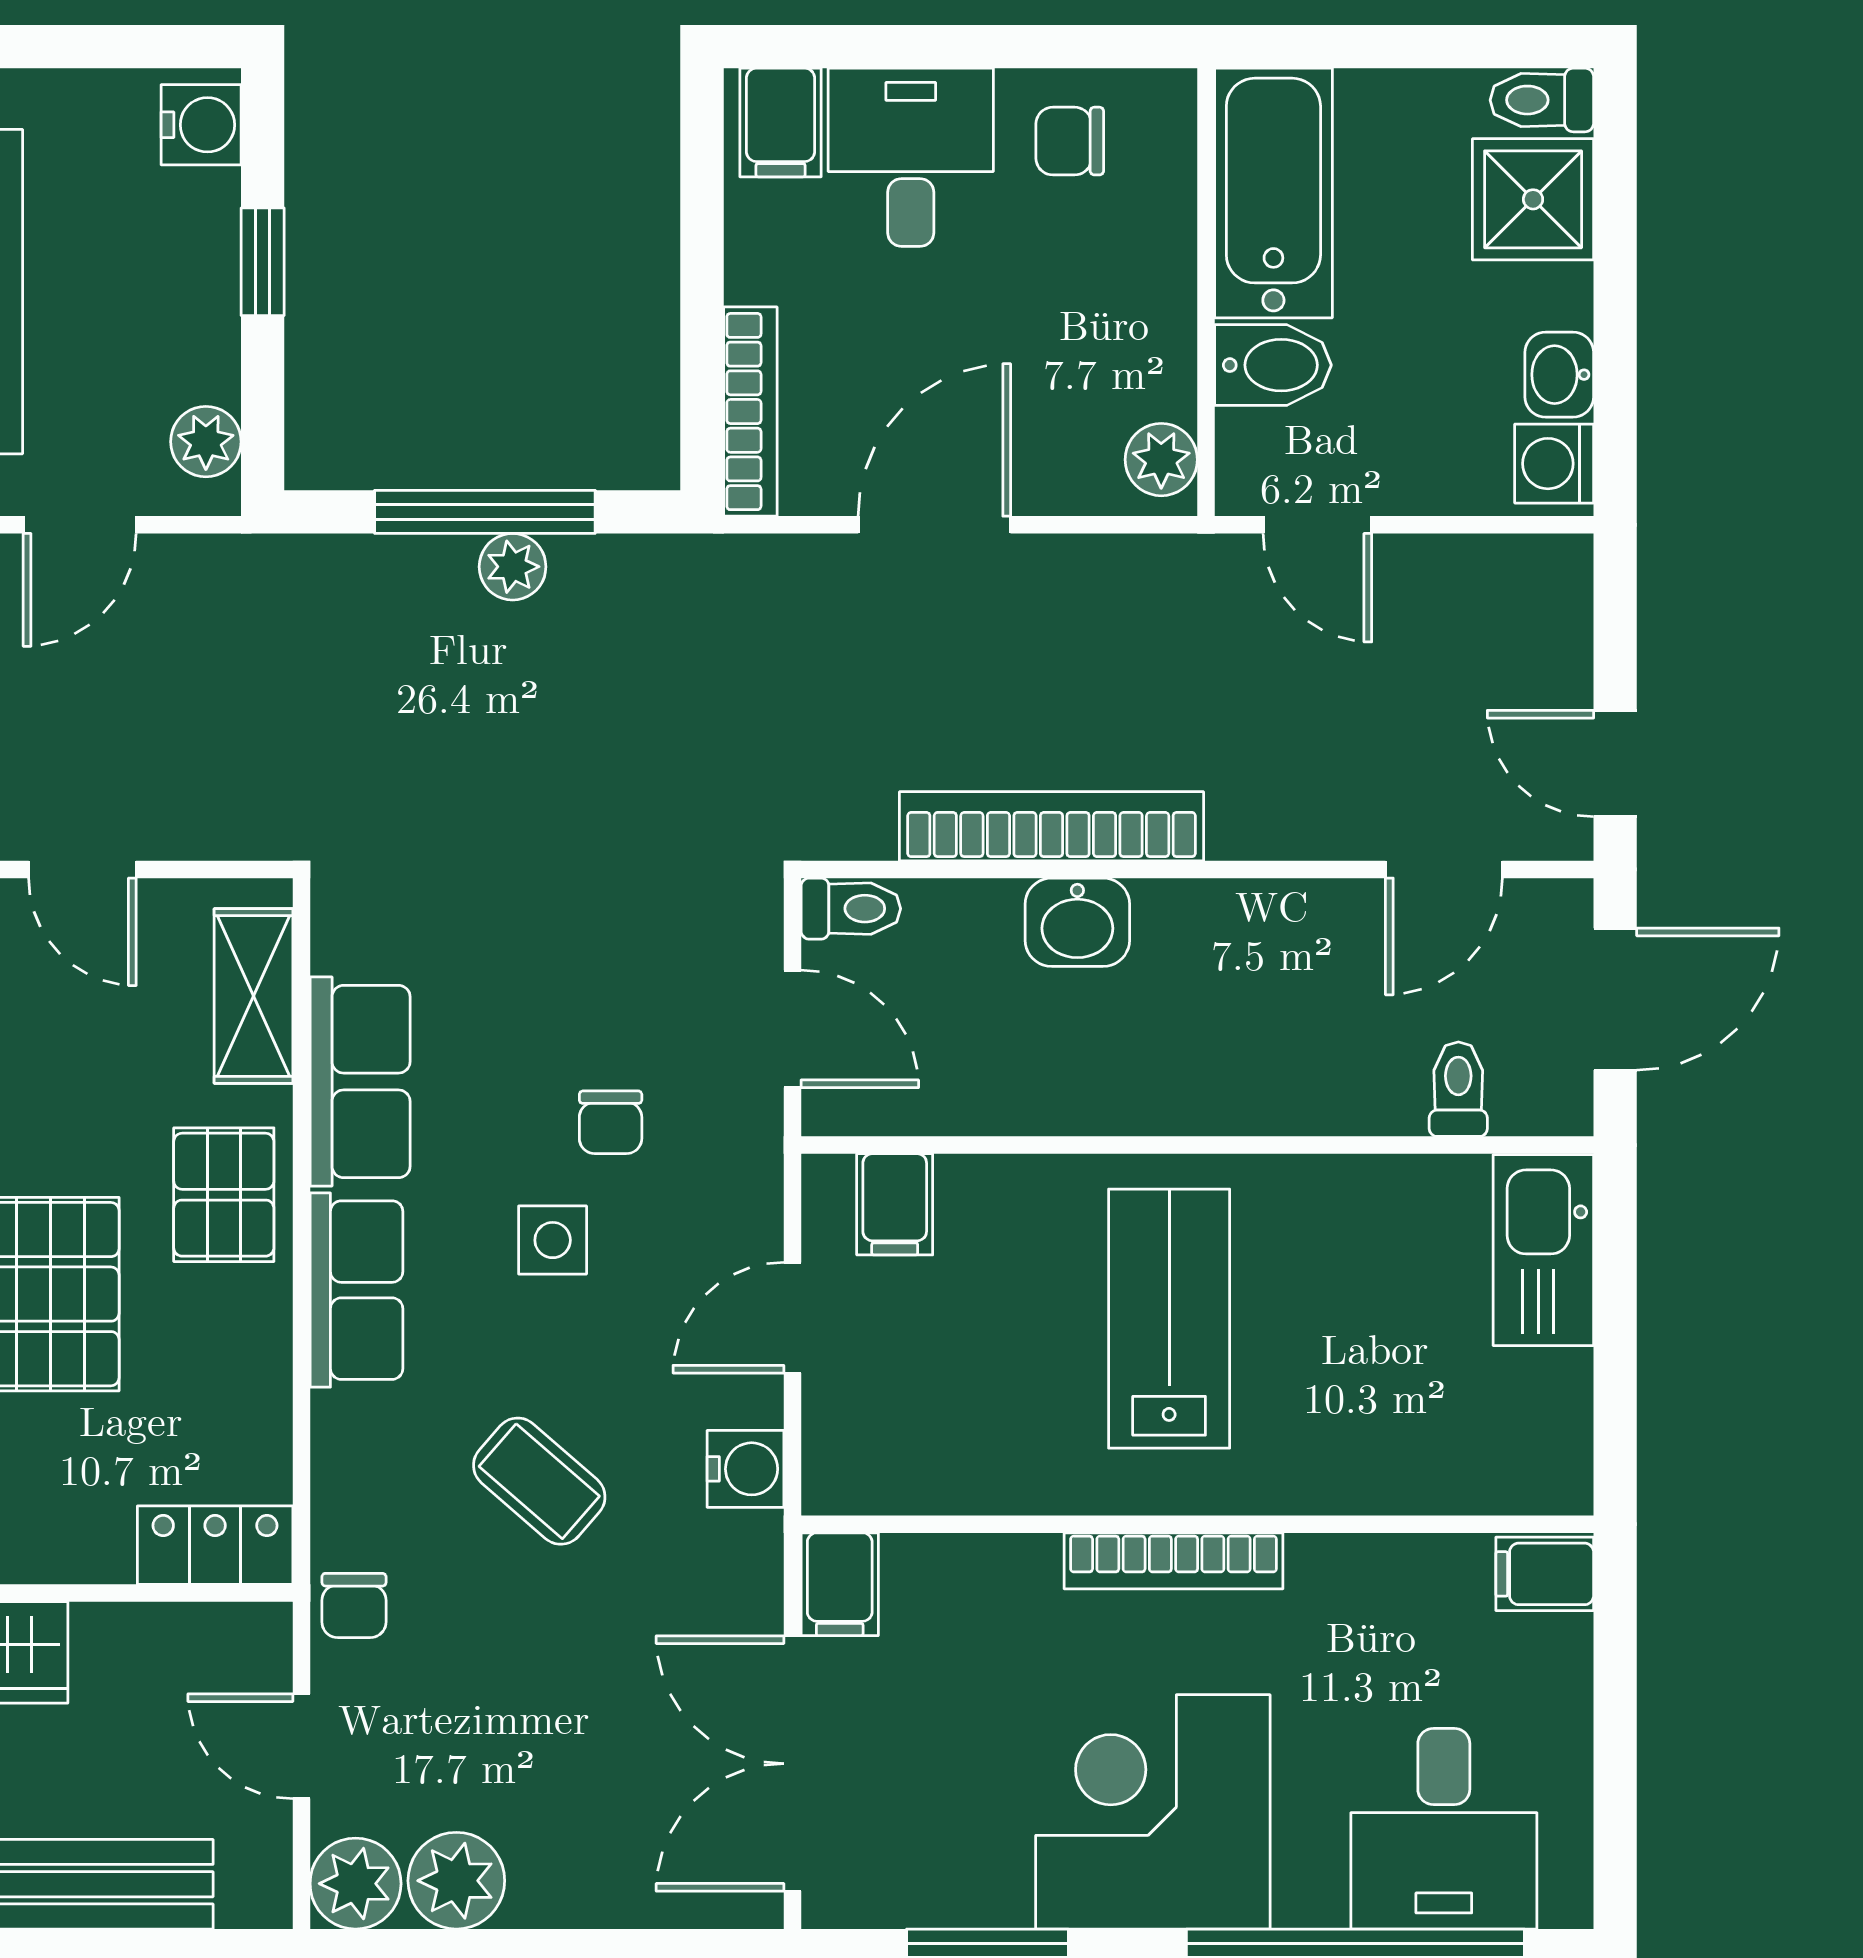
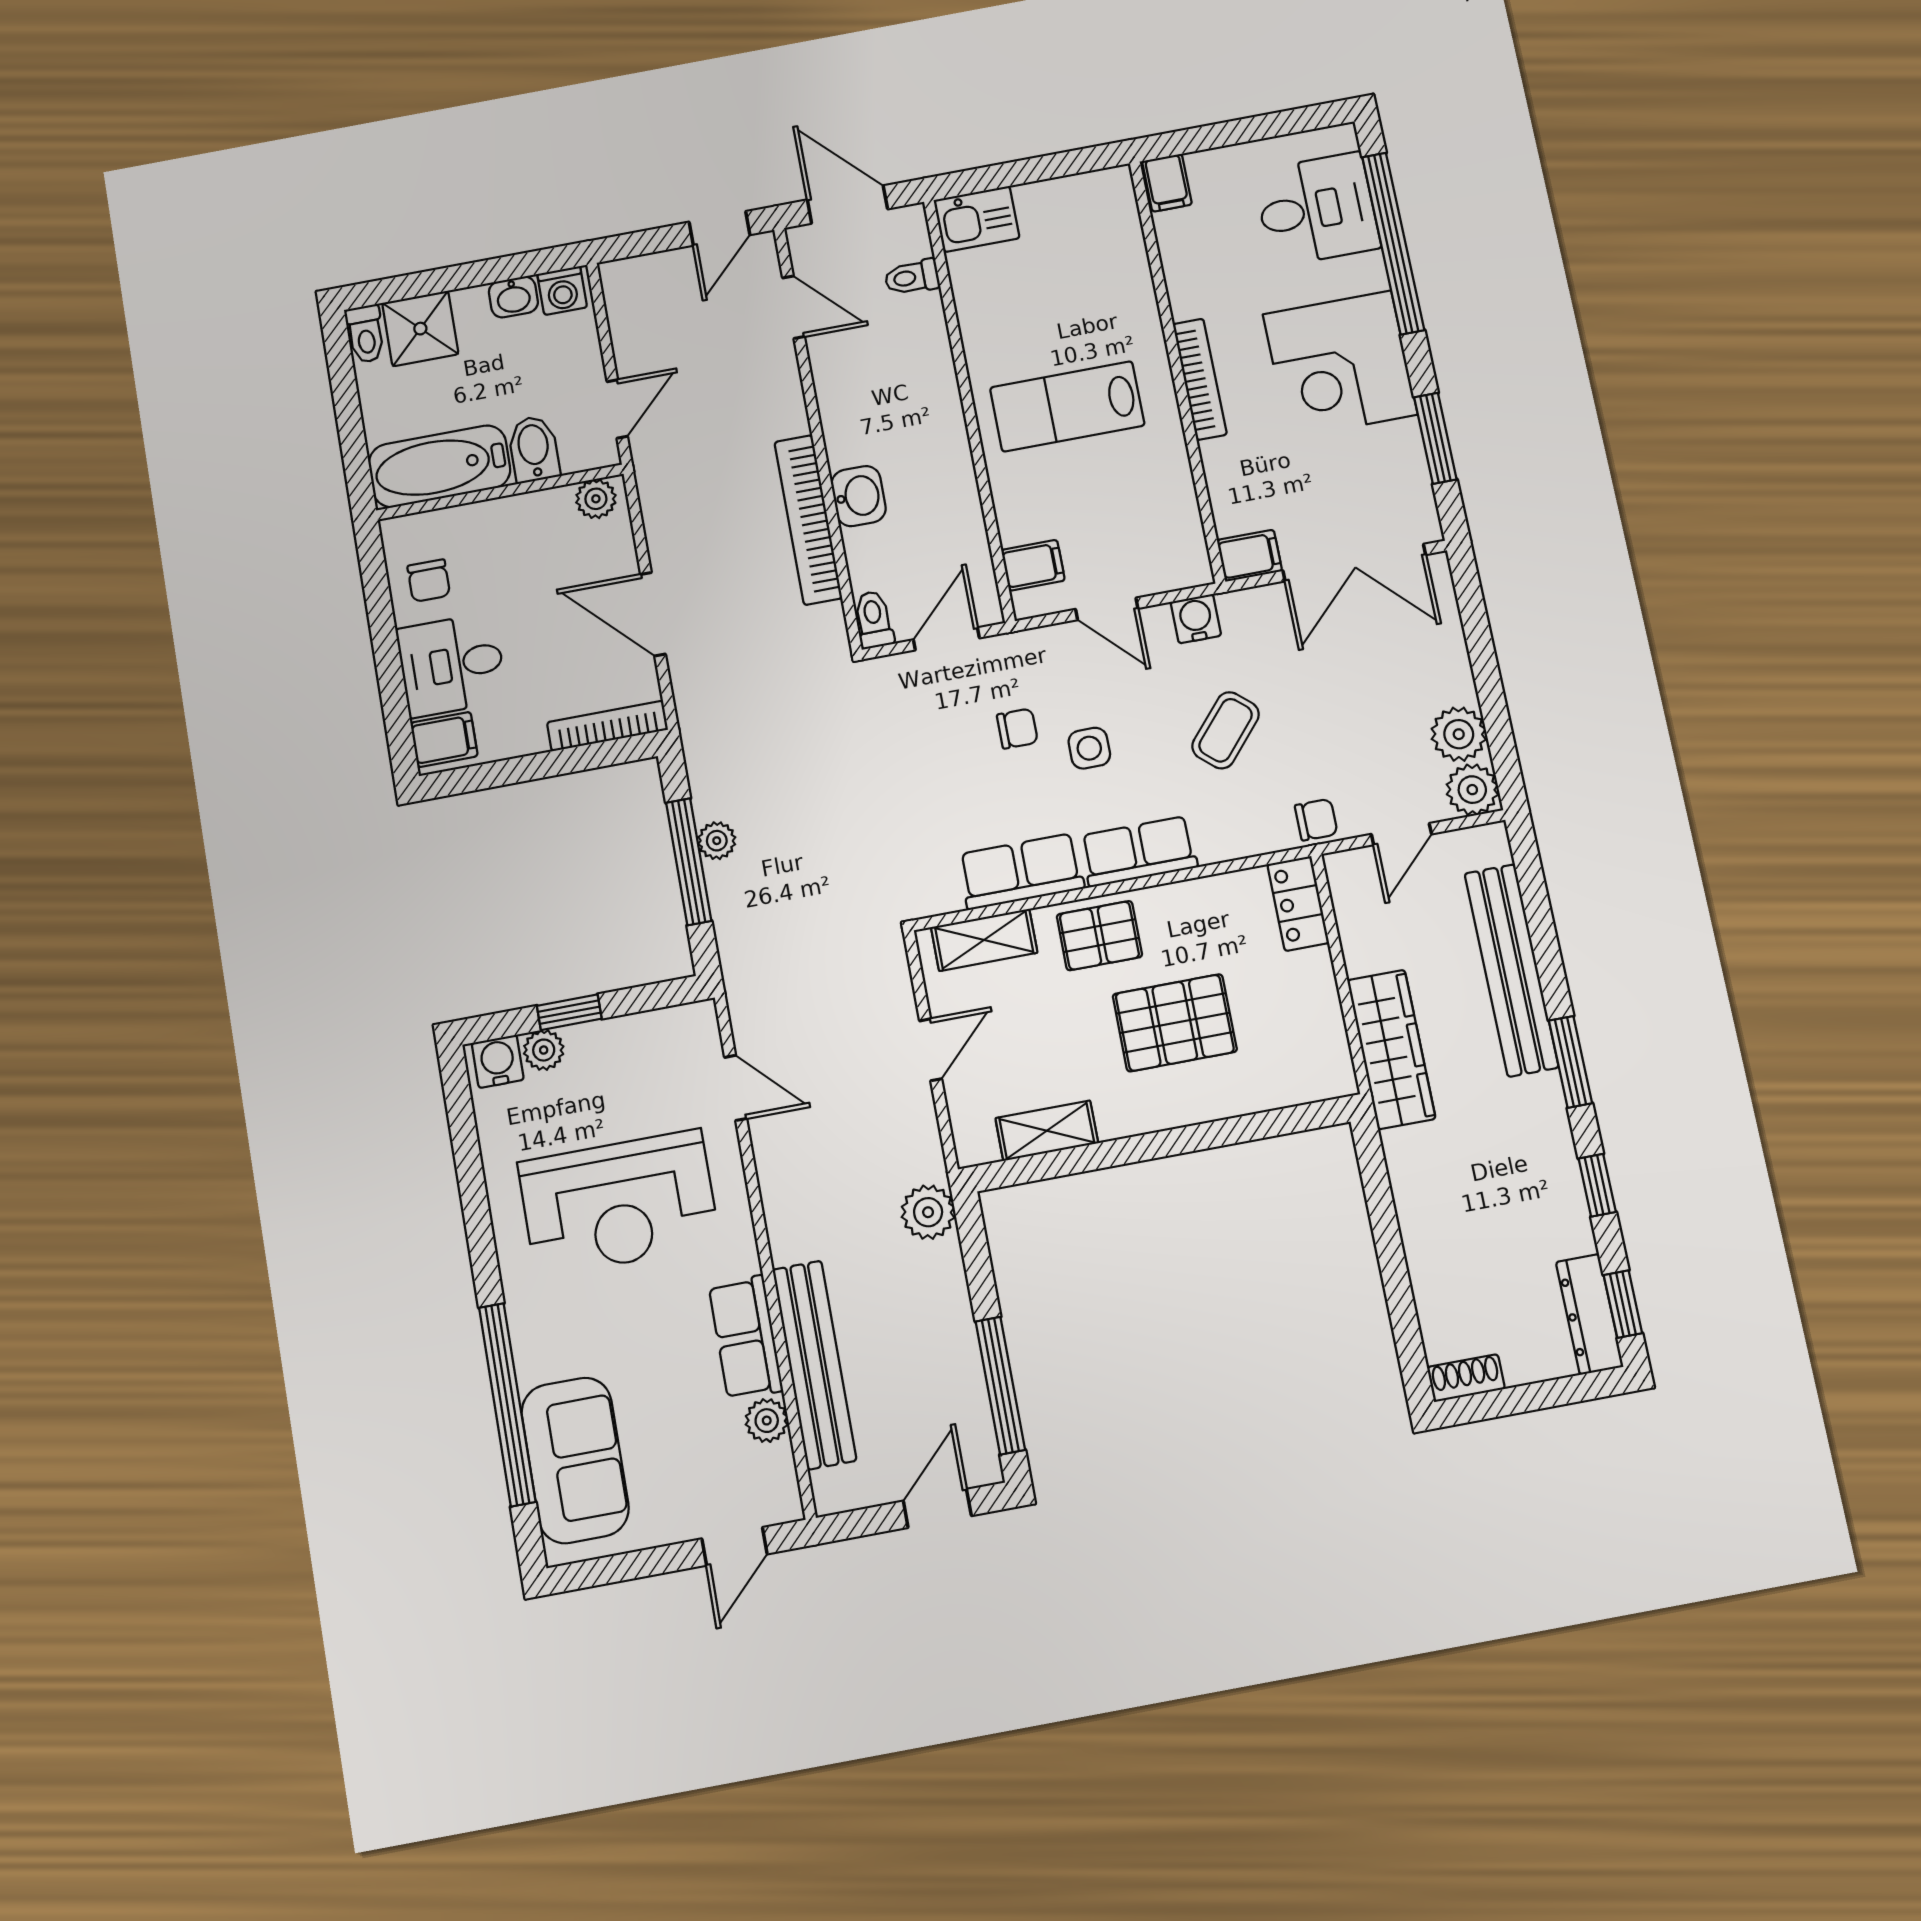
plant: (206, 442) -> (544, 1050), moved
kitchen sink: (1543, 1250) -> (977, 219), width x0.73

